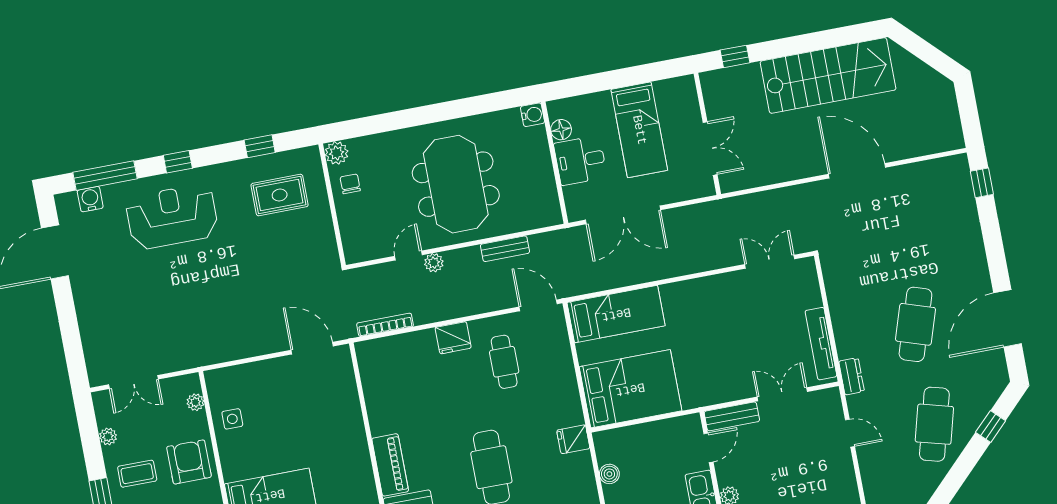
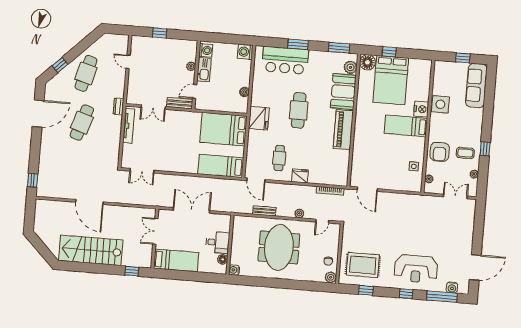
bed: (639, 130) -> (176, 260), moved, turned 90
rug: (280, 195) -> (363, 265), width x1.36, depth x1.43
double door: (623, 215) -> (191, 210), moved
door: (408, 255) -> (322, 221), moved
door: (850, 433) -> (128, 62), moved
fridge: (573, 439) -> (259, 118), width x1.88, depth x1.34
piano: (390, 465) -> (343, 130), width x1.37, depth x1.33

